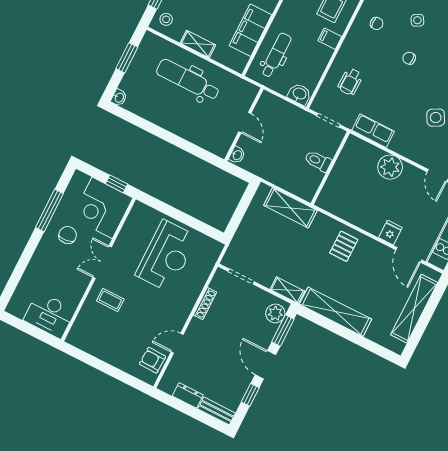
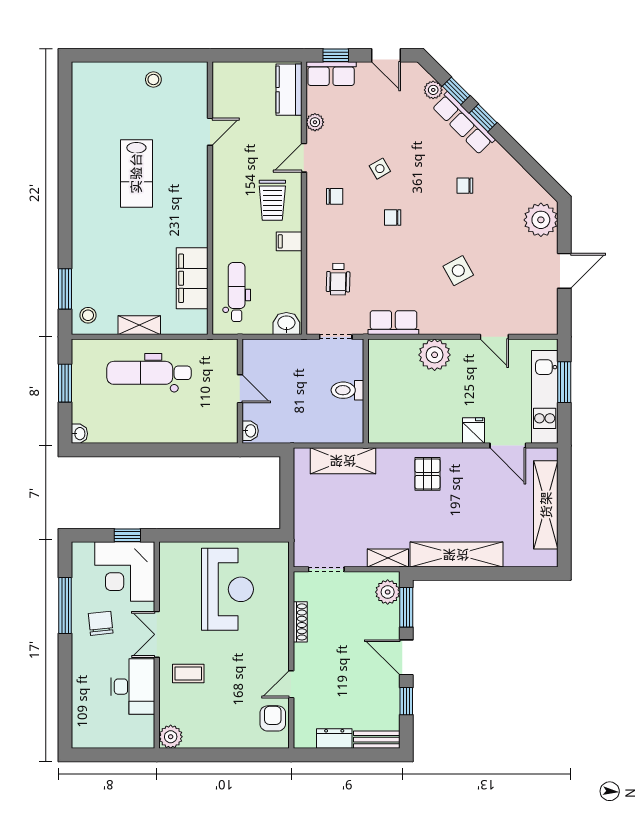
desk: (50, 315) -> (133, 687), moved, turned -90
plant: (76, 337) -> (171, 737), added
armchair: (153, 360) -> (273, 718), turned 88

